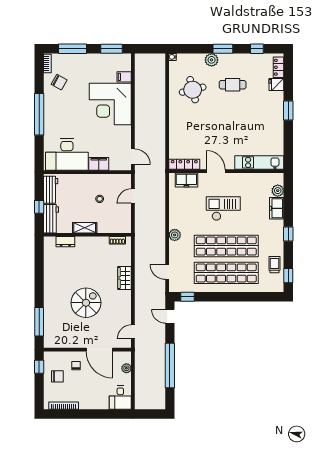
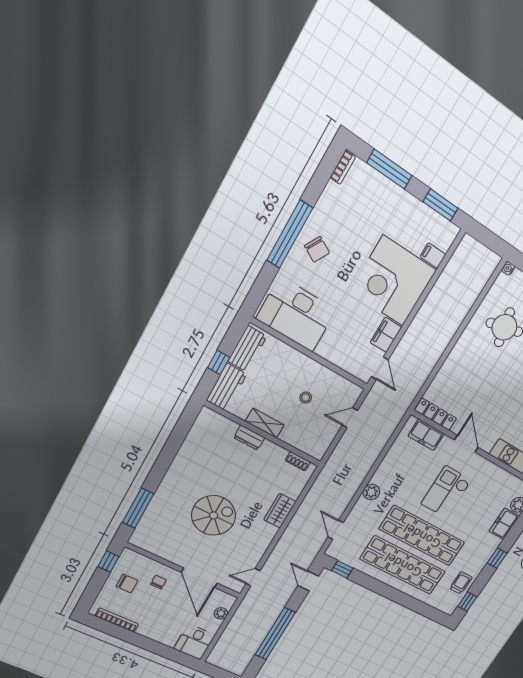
chair: (59, 82) -> (317, 249), moved
filing cabinet: (99, 164) -> (386, 335), moved, turned -90
checkout: (223, 209) -> (446, 492), turned -90
dresser: (65, 242) -> (249, 438), moved

